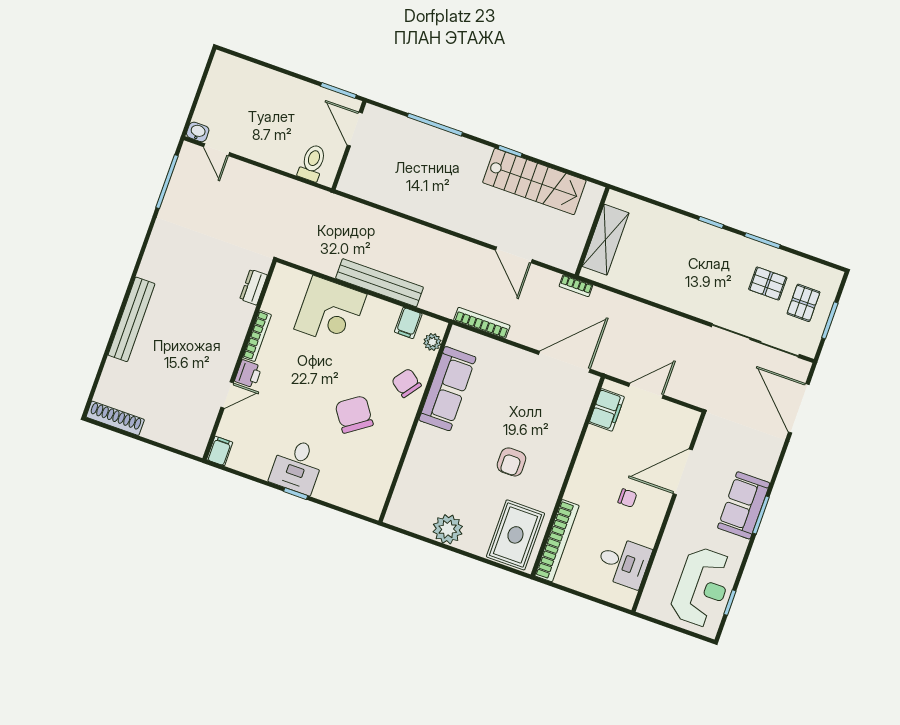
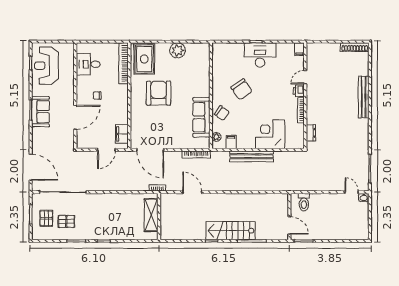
stairs: (534, 182) -> (231, 231), moved
door: (564, 362) -> (150, 150), hinge flipped
armchair: (511, 462) -> (158, 93), width x1.88, depth x1.88
desk: (297, 466) -> (260, 55), width x1.37

